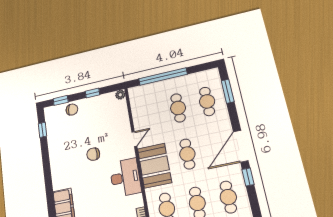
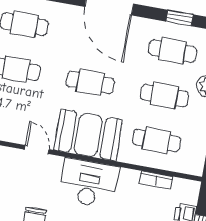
window: (248, 177) -> (180, 18), moved

